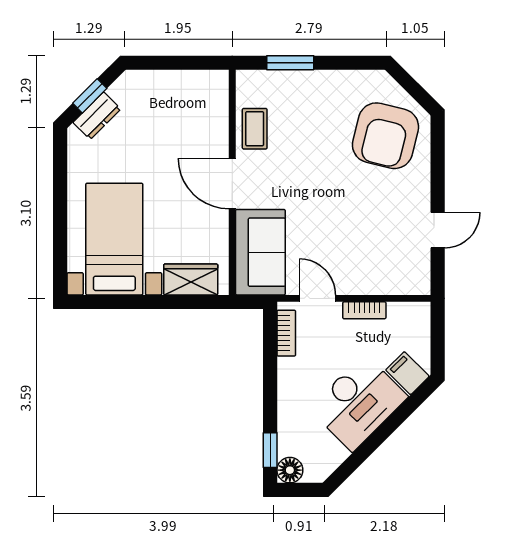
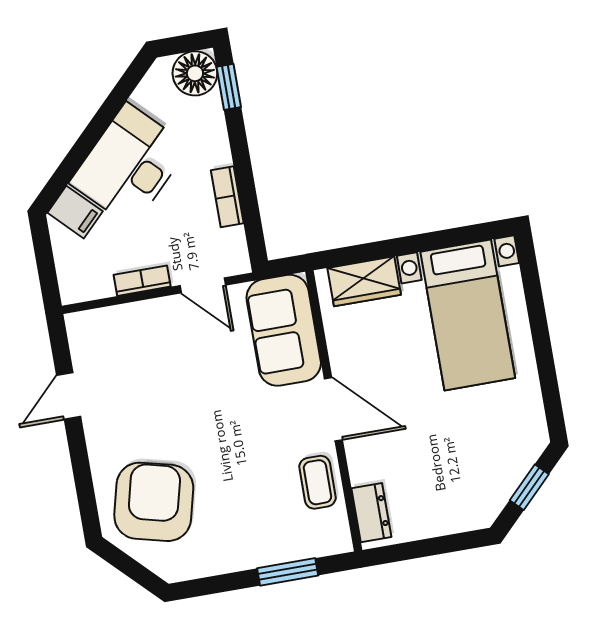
dresser: (97, 116) -> (371, 513), moved, turned 135
bookcase: (286, 333) -> (227, 197), moved
floor lamp: (290, 470) -> (195, 73), width x1.38, depth x1.38

